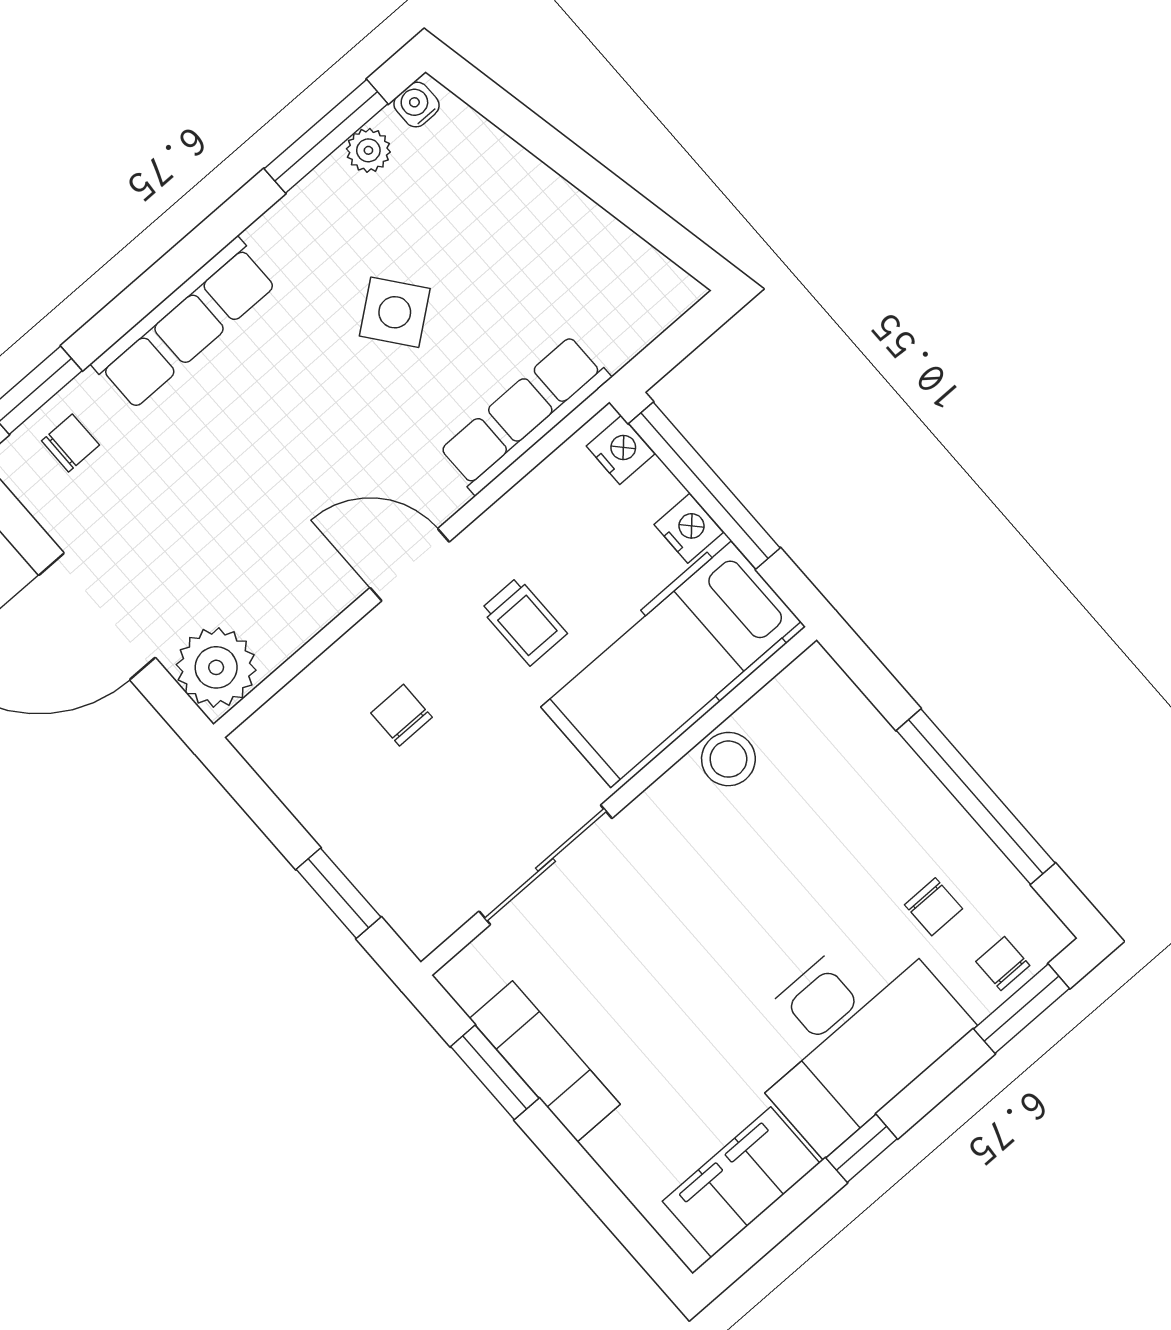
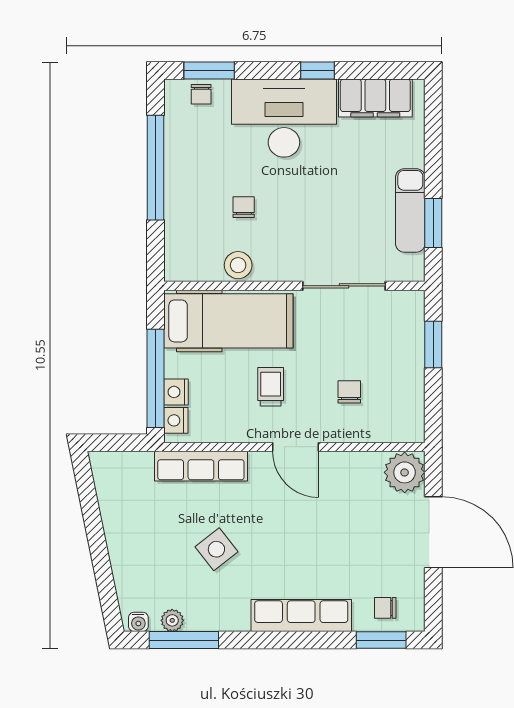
nightstand: (689, 528) -> (176, 392), moved
chair: (401, 715) -> (349, 392), turned 180
chair: (934, 907) -> (244, 207), moved

